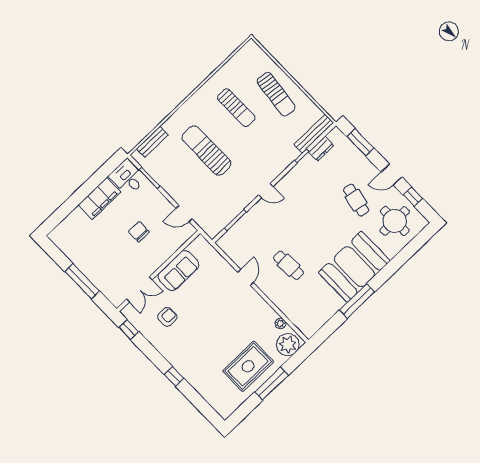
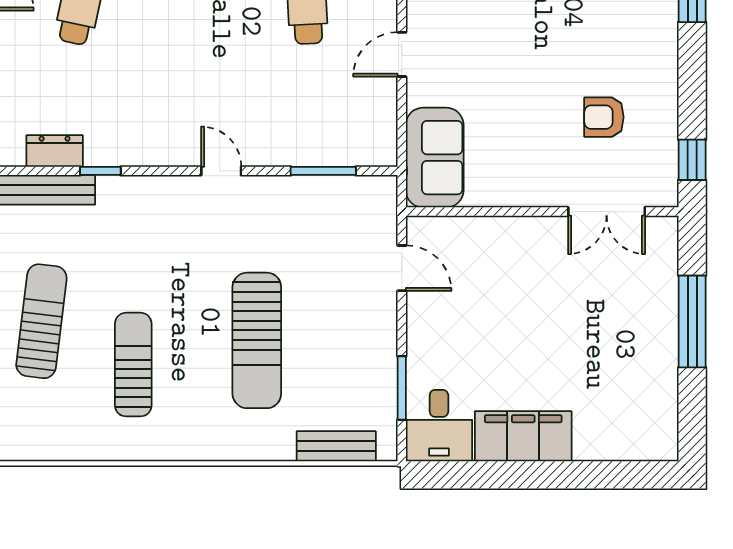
chair: (139, 232) -> (511, 313), removed
sofa: (178, 271) -> (435, 158), moved, turned 90
double door: (139, 289) -> (607, 212), swing flipped

